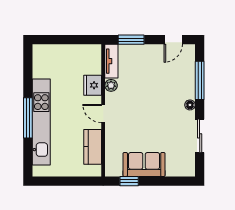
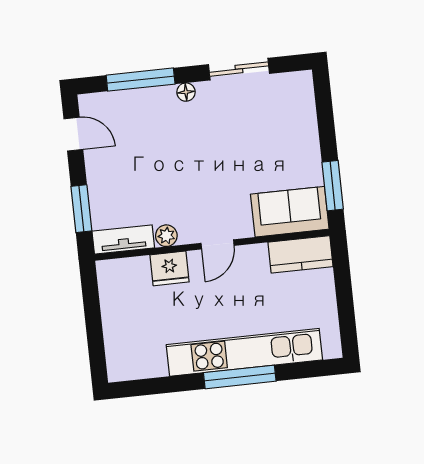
kitchen counter: (93, 147) -> (301, 254), moved
sofa: (144, 164) -> (290, 212), moved, turned 90
window: (129, 181) -> (333, 186), width x1.50

